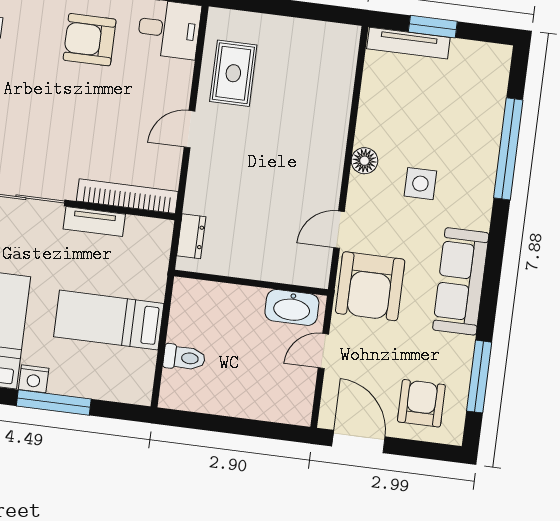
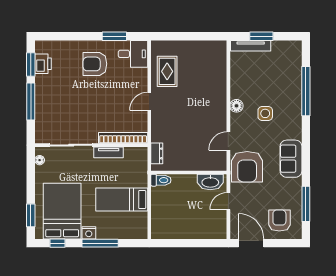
sofa: (461, 281) -> (291, 159), width x0.73
toilet: (184, 358) -> (161, 180), moved

